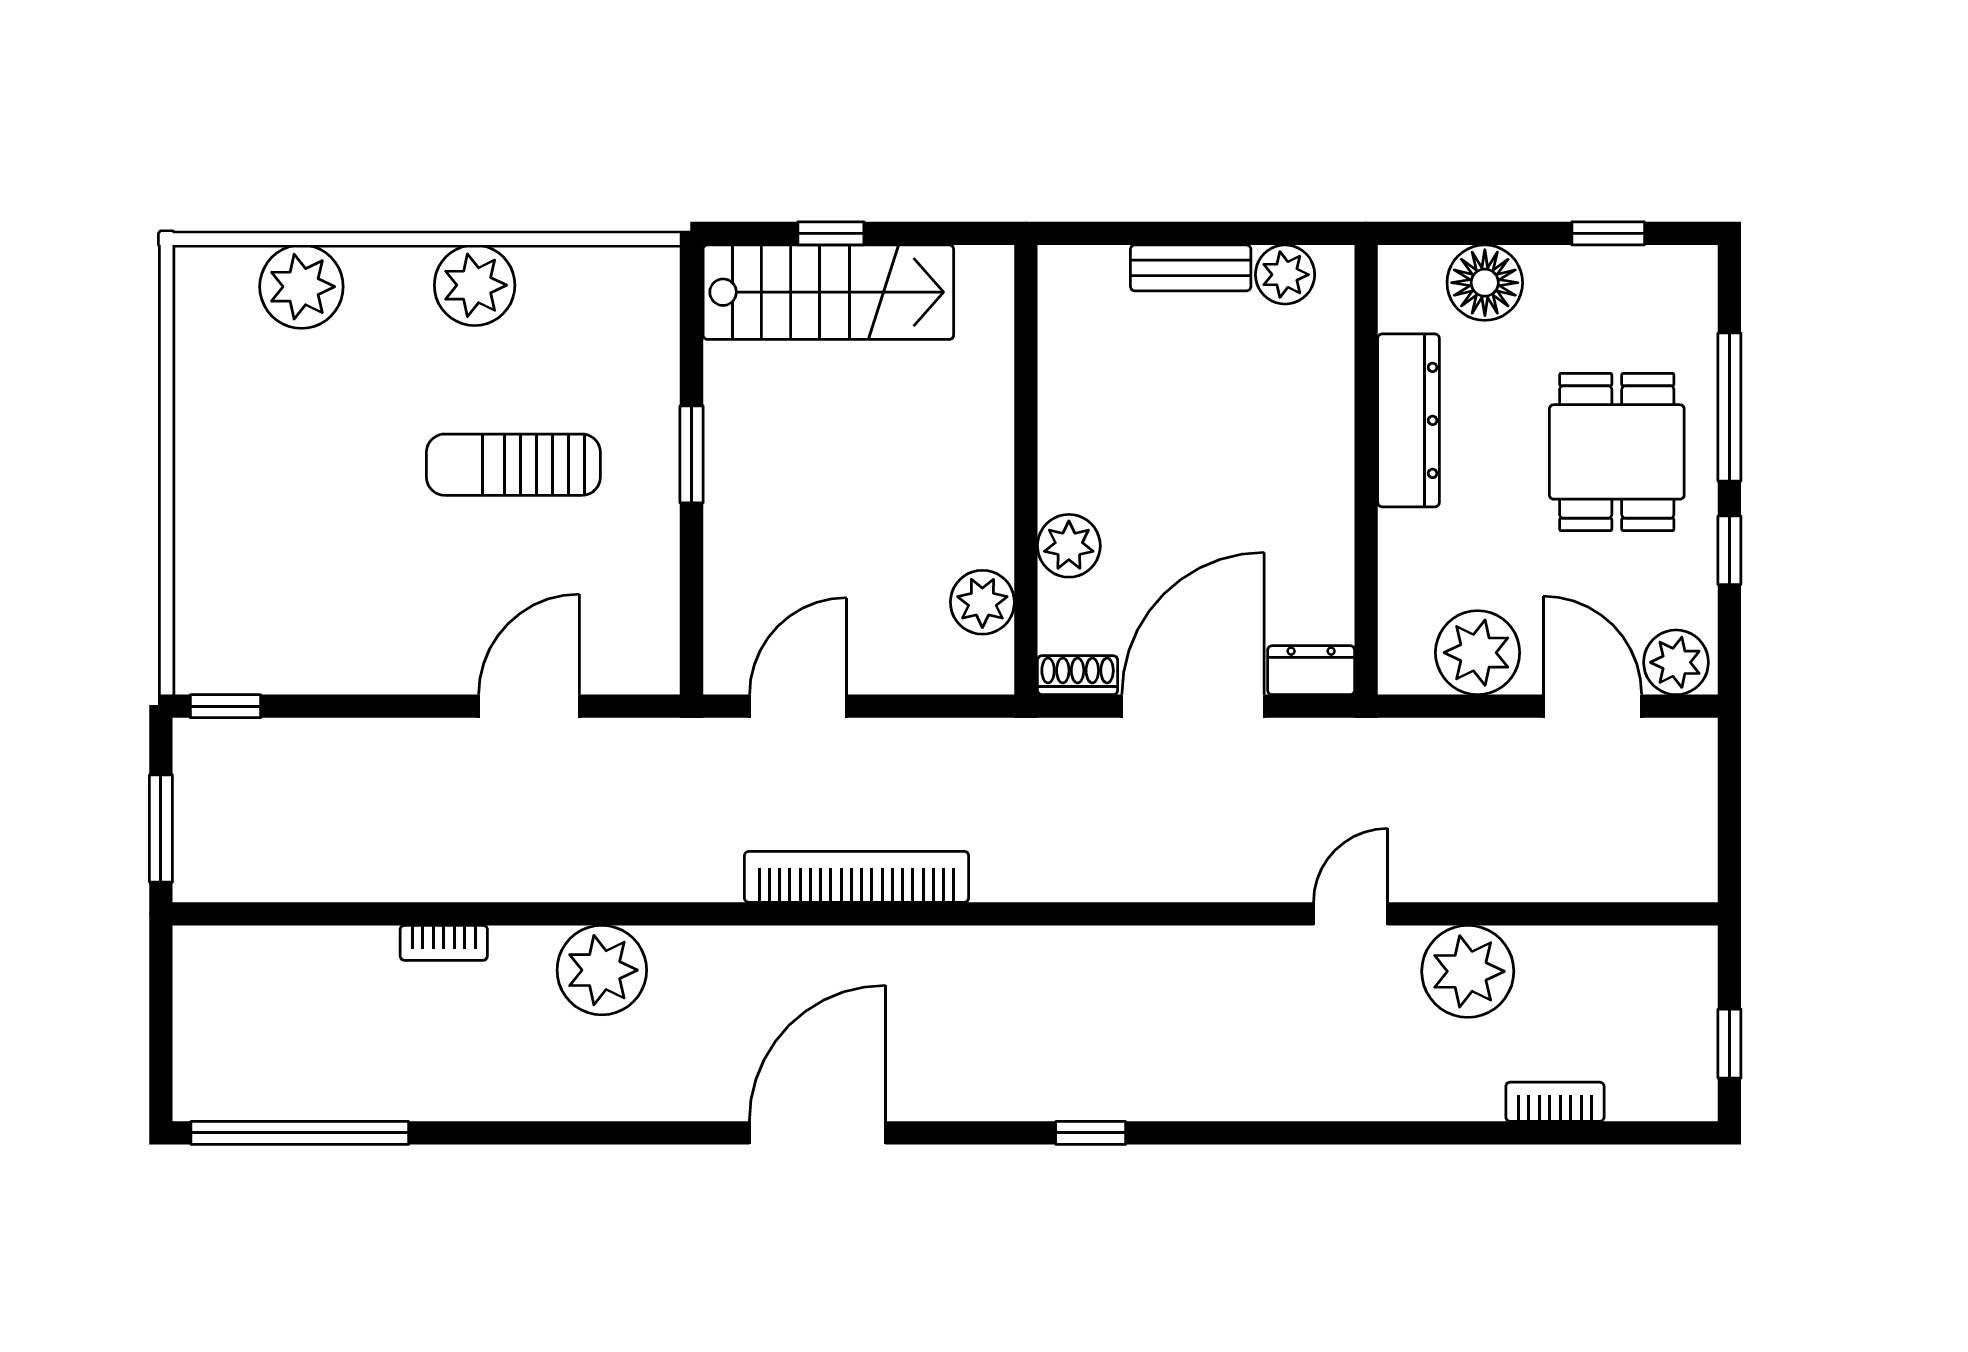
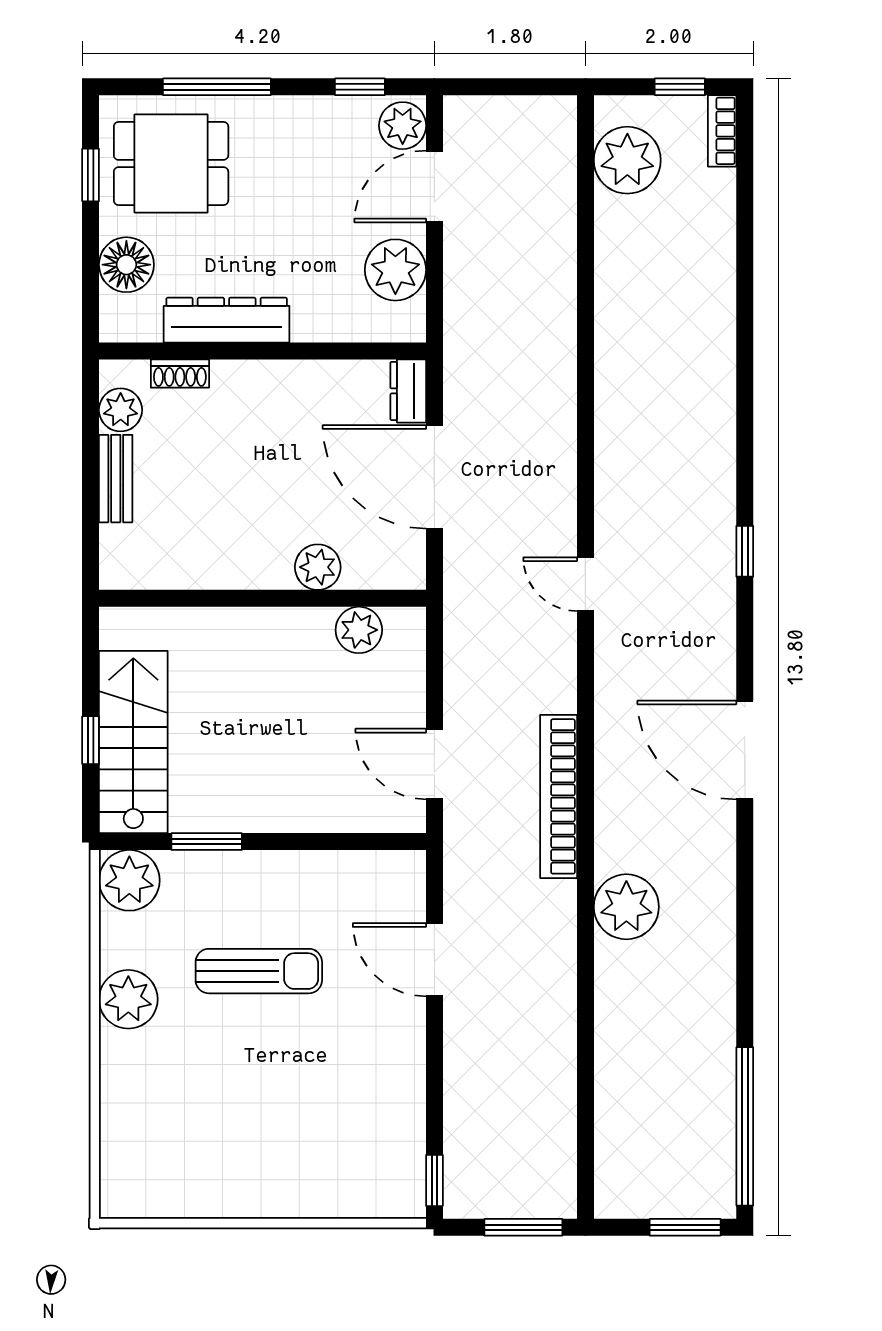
plant: (301, 287) -> (129, 880), moved
dining table: (1617, 452) -> (171, 163), moved
window: (691, 454) -> (207, 842), moved
sun lounger: (513, 465) -> (259, 971), turned -90
window: (1729, 550) -> (360, 87), moved
shoe rack: (1078, 675) -> (180, 373), moved, turned -90
bookcase: (857, 877) -> (559, 796), moved
door: (1350, 914) -> (585, 584), moved
bookcase: (444, 943) -> (607, 1022), removed
plant: (1468, 971) -> (627, 160), moved
window: (161, 1051) -> (685, 1227), added
bookcase: (1555, 1102) -> (722, 131), moved

